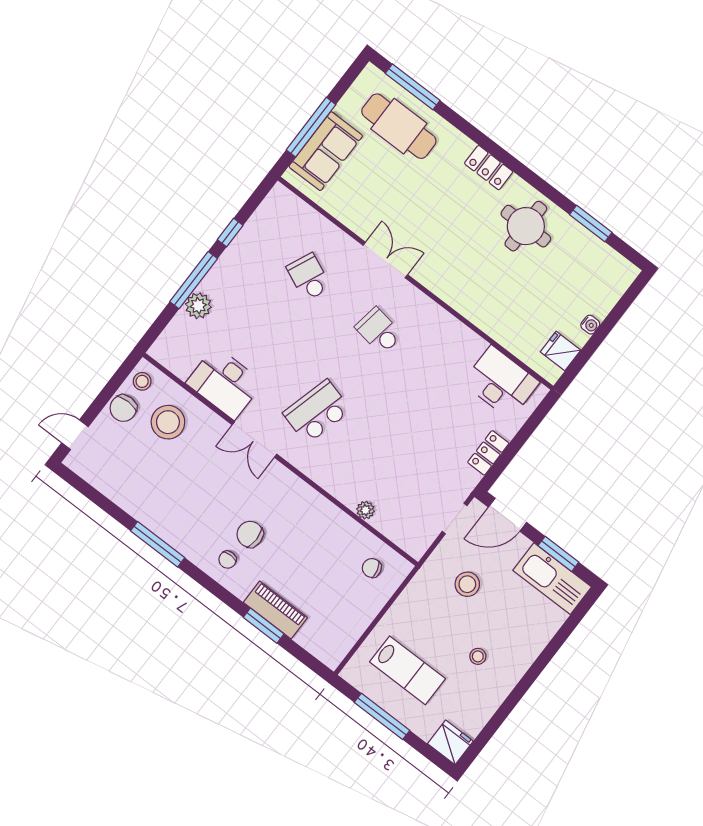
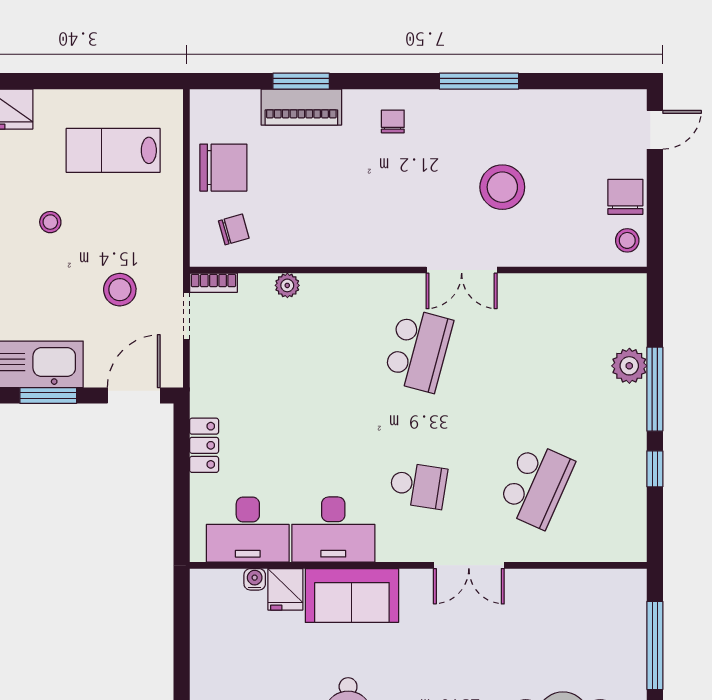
sofa: (326, 151) -> (352, 596), moved, turned -90
school desk: (309, 277) -> (536, 485), width x1.85
water cooler: (590, 325) -> (255, 579), moved, turned 90
fridge: (560, 351) -> (285, 589), moved, turned 90
desk: (225, 383) -> (333, 530), moved, turned 180
stool: (168, 422) -> (502, 187), moved
double door: (254, 440) -> (462, 270), swing flipped
doorway: (455, 518) -> (186, 316), moved
chair: (250, 534) -> (223, 168), moved, width x1.37, depth x1.37
bookcase: (408, 545) -> (213, 283), added
window: (382, 716) -> (103, 81), removed

